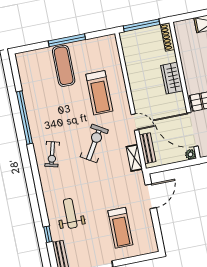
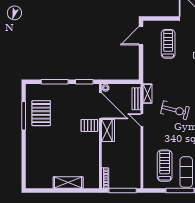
wardrobe: (172, 78) -> (108, 130), moved
treadmill: (99, 93) -> (165, 166), moved
exercise bike: (94, 143) -> (175, 110), turned -107
door: (151, 196) -> (141, 36), moved

